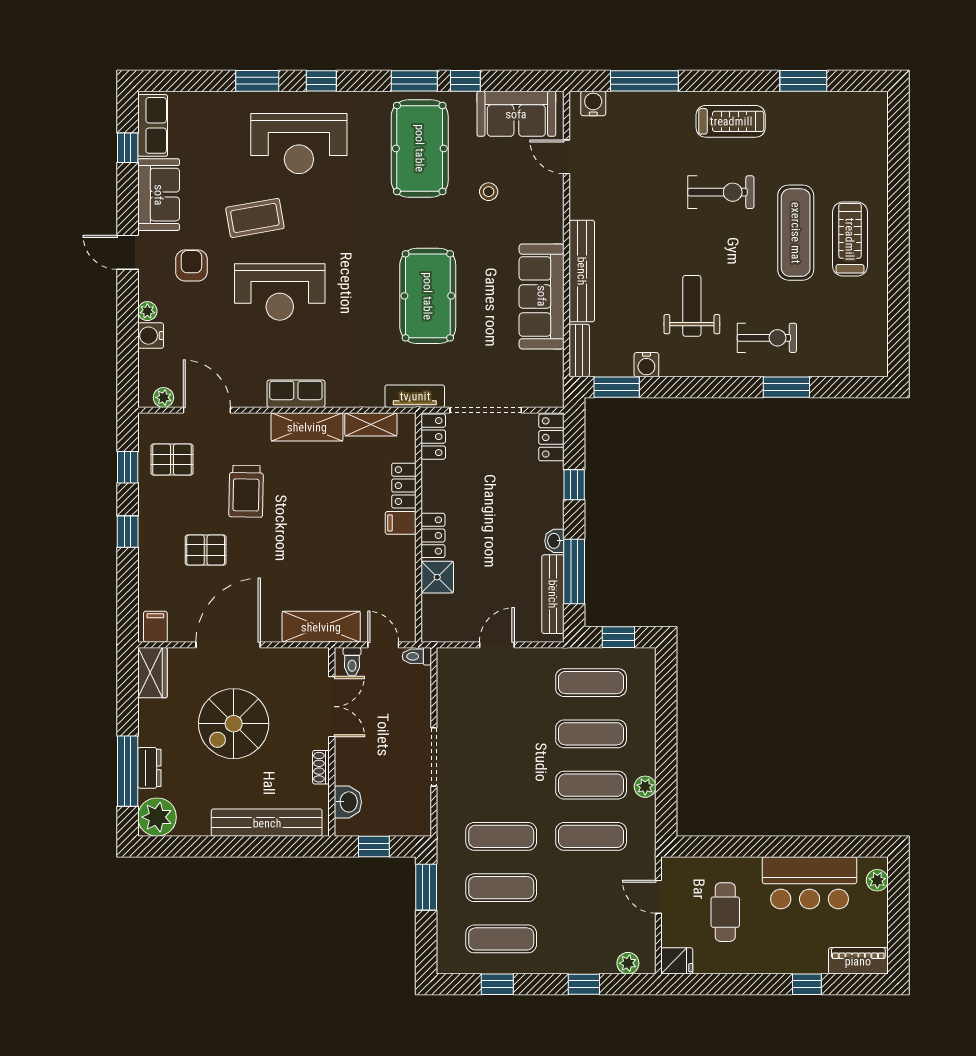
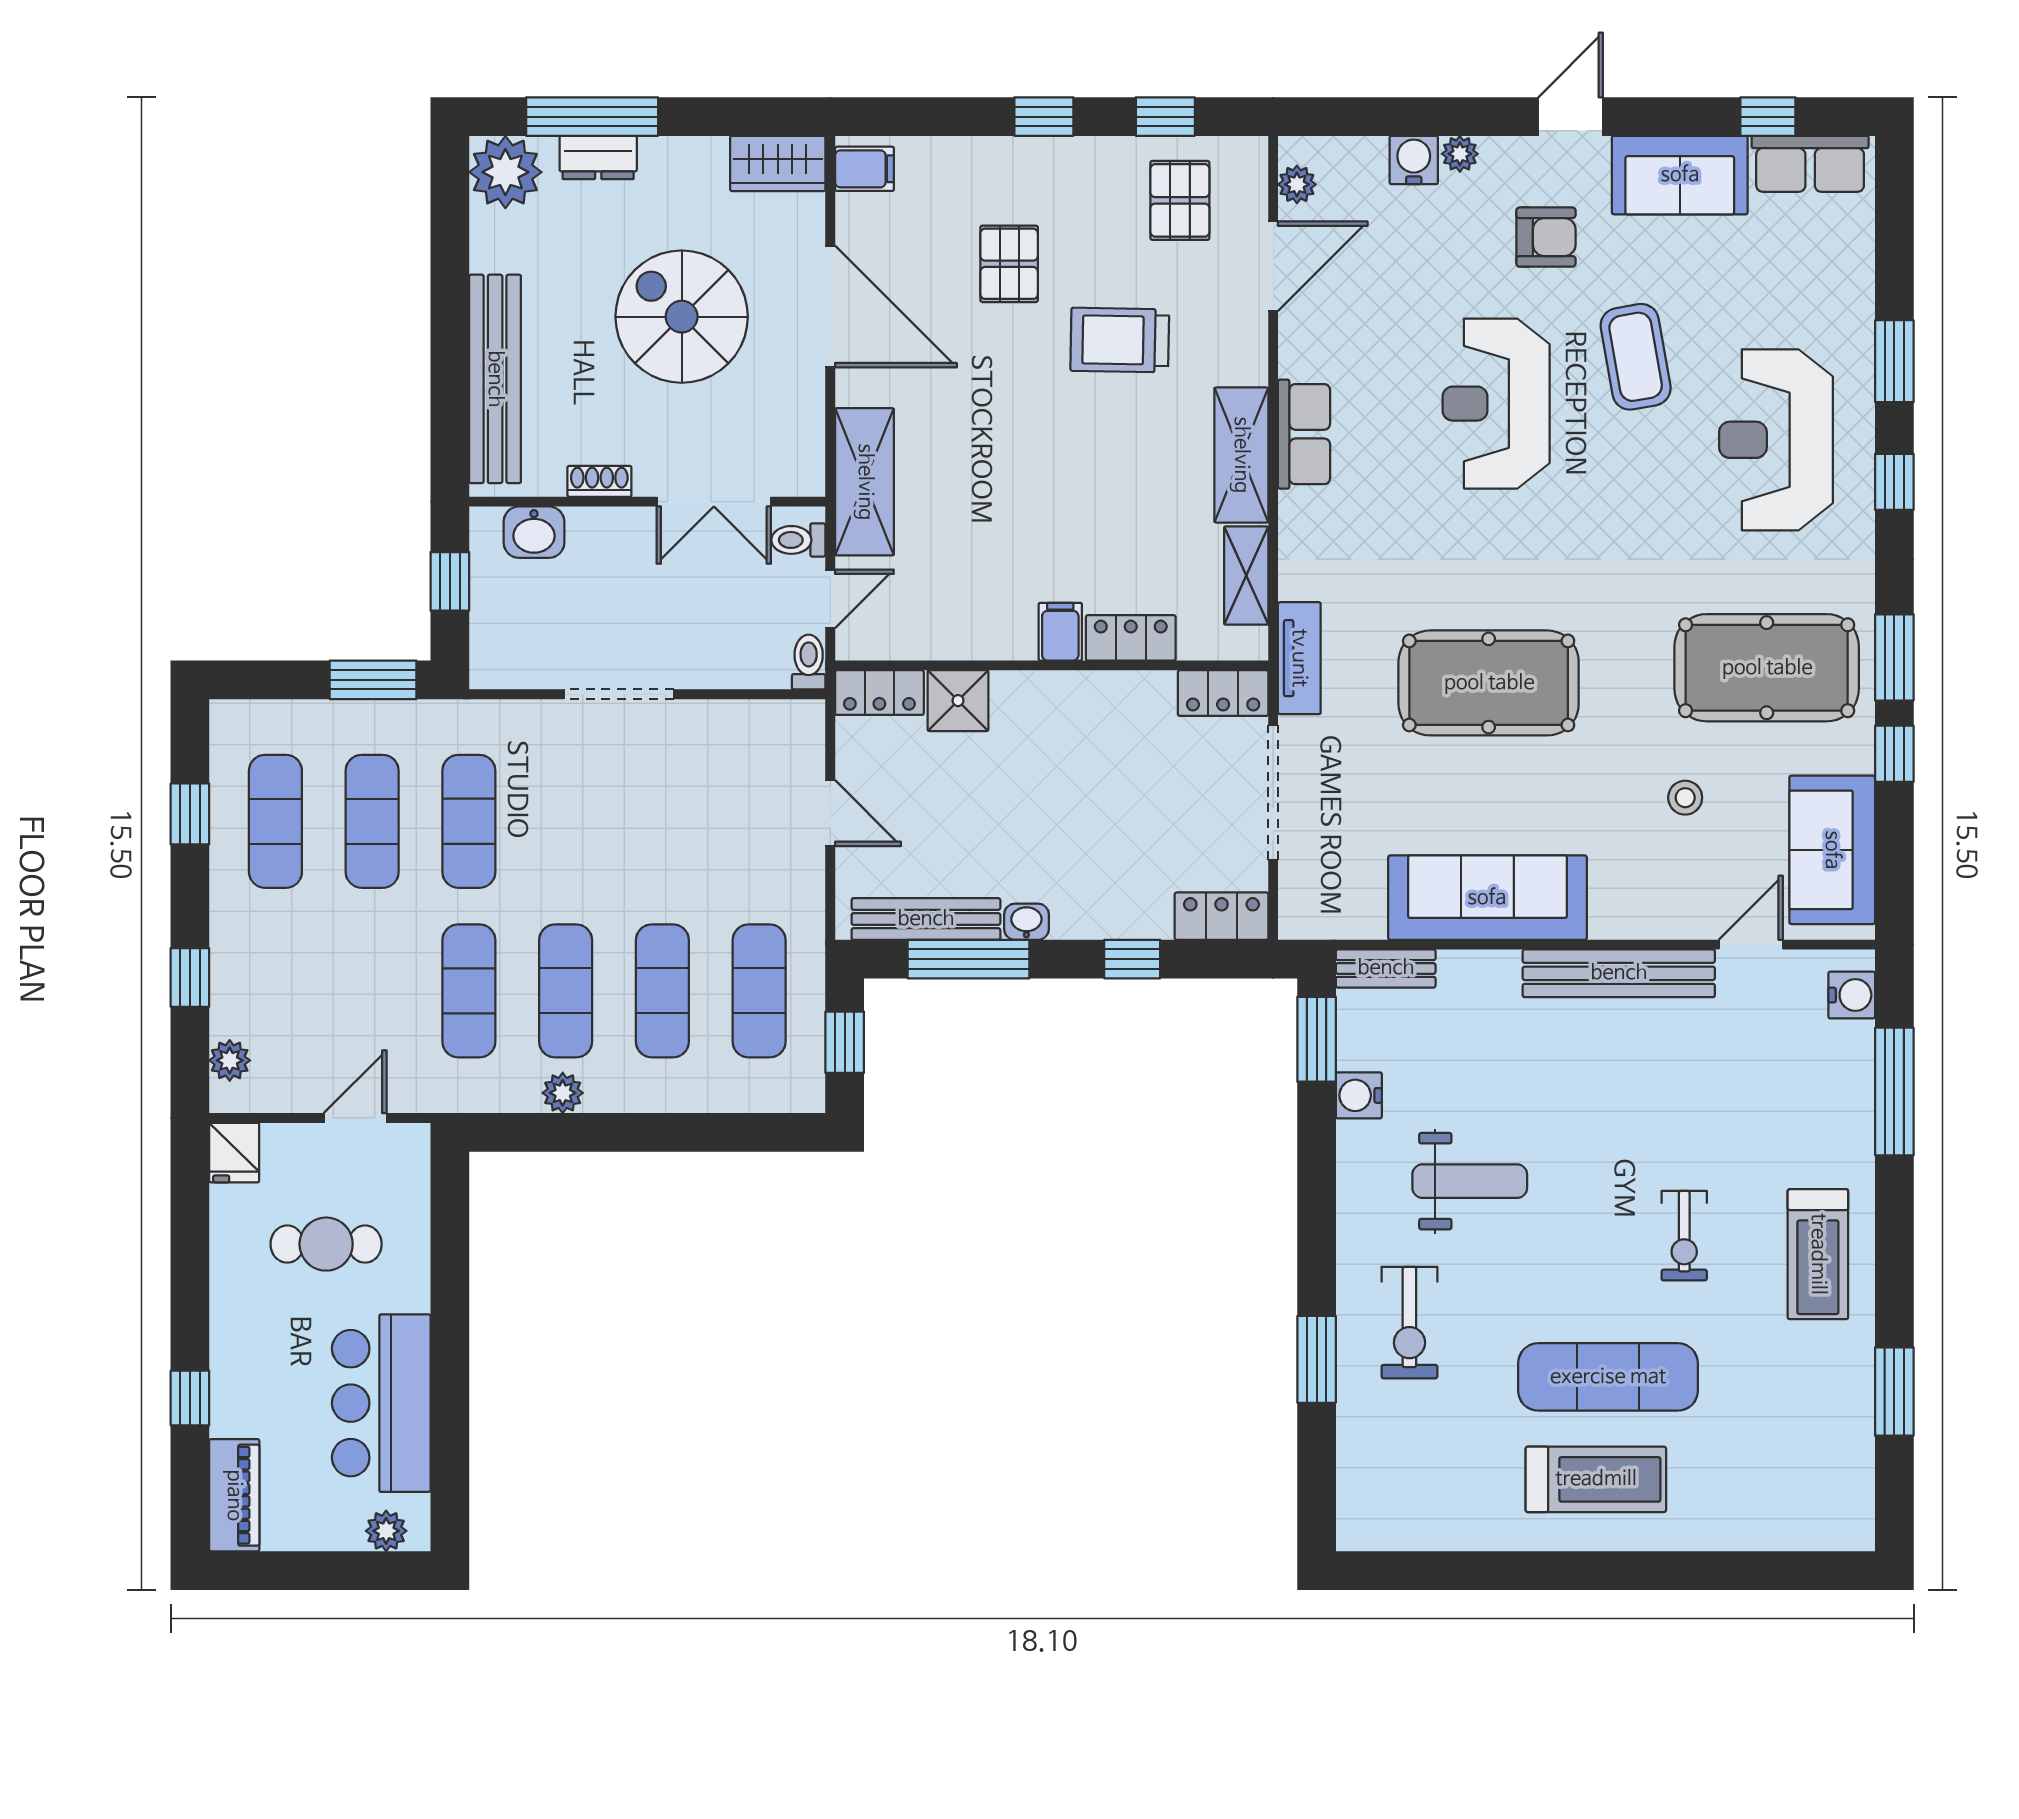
exercise bike: (721, 192) -> (1684, 1236), width x0.73, depth x0.72
bench: (582, 271) -> (1619, 973), moved
locker: (433, 535) -> (879, 693), moved

